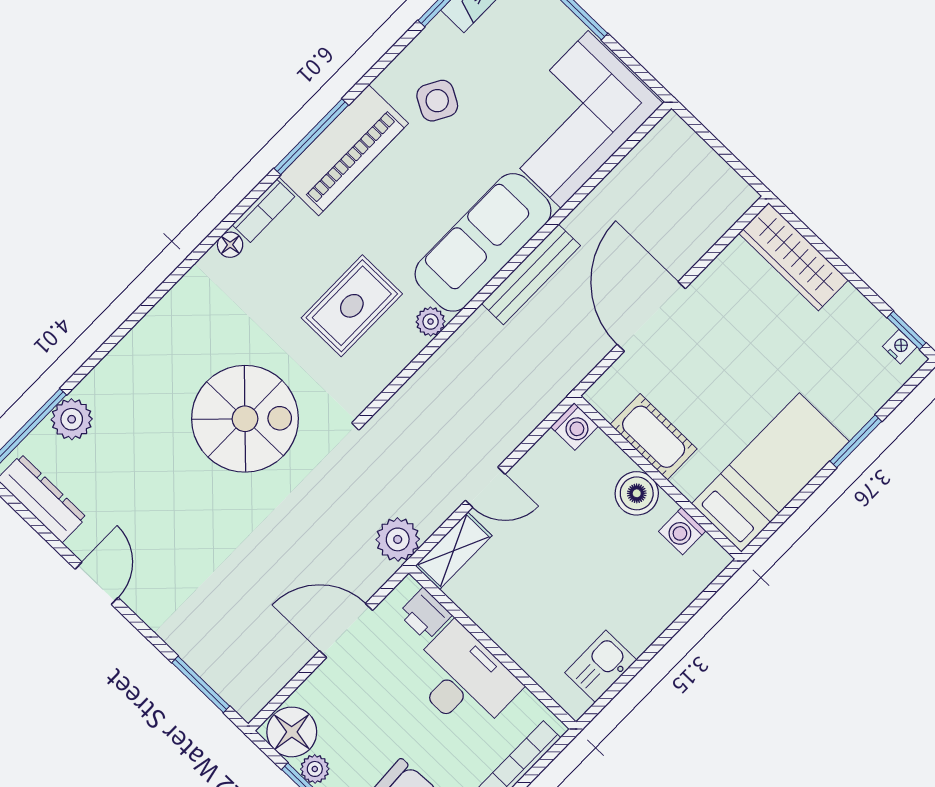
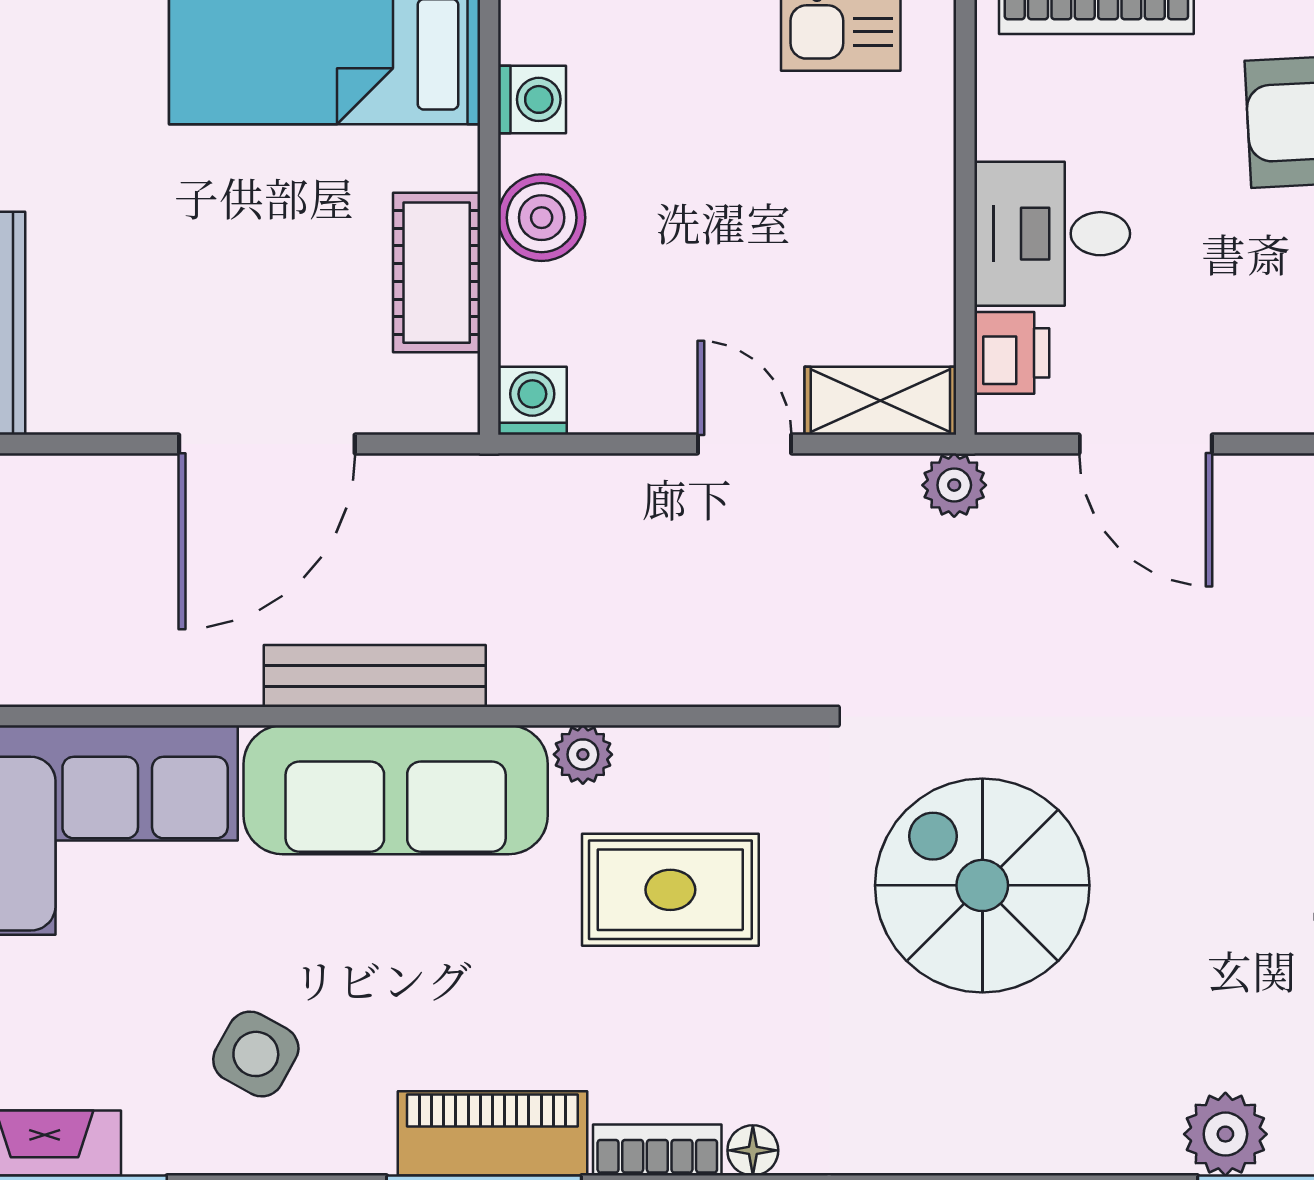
piano: (344, 150) -> (492, 1133), width x0.73, depth x0.75
plant: (398, 539) -> (954, 485), width x0.73, depth x0.73
desk: (463, 680) -> (1052, 234), width x0.73

